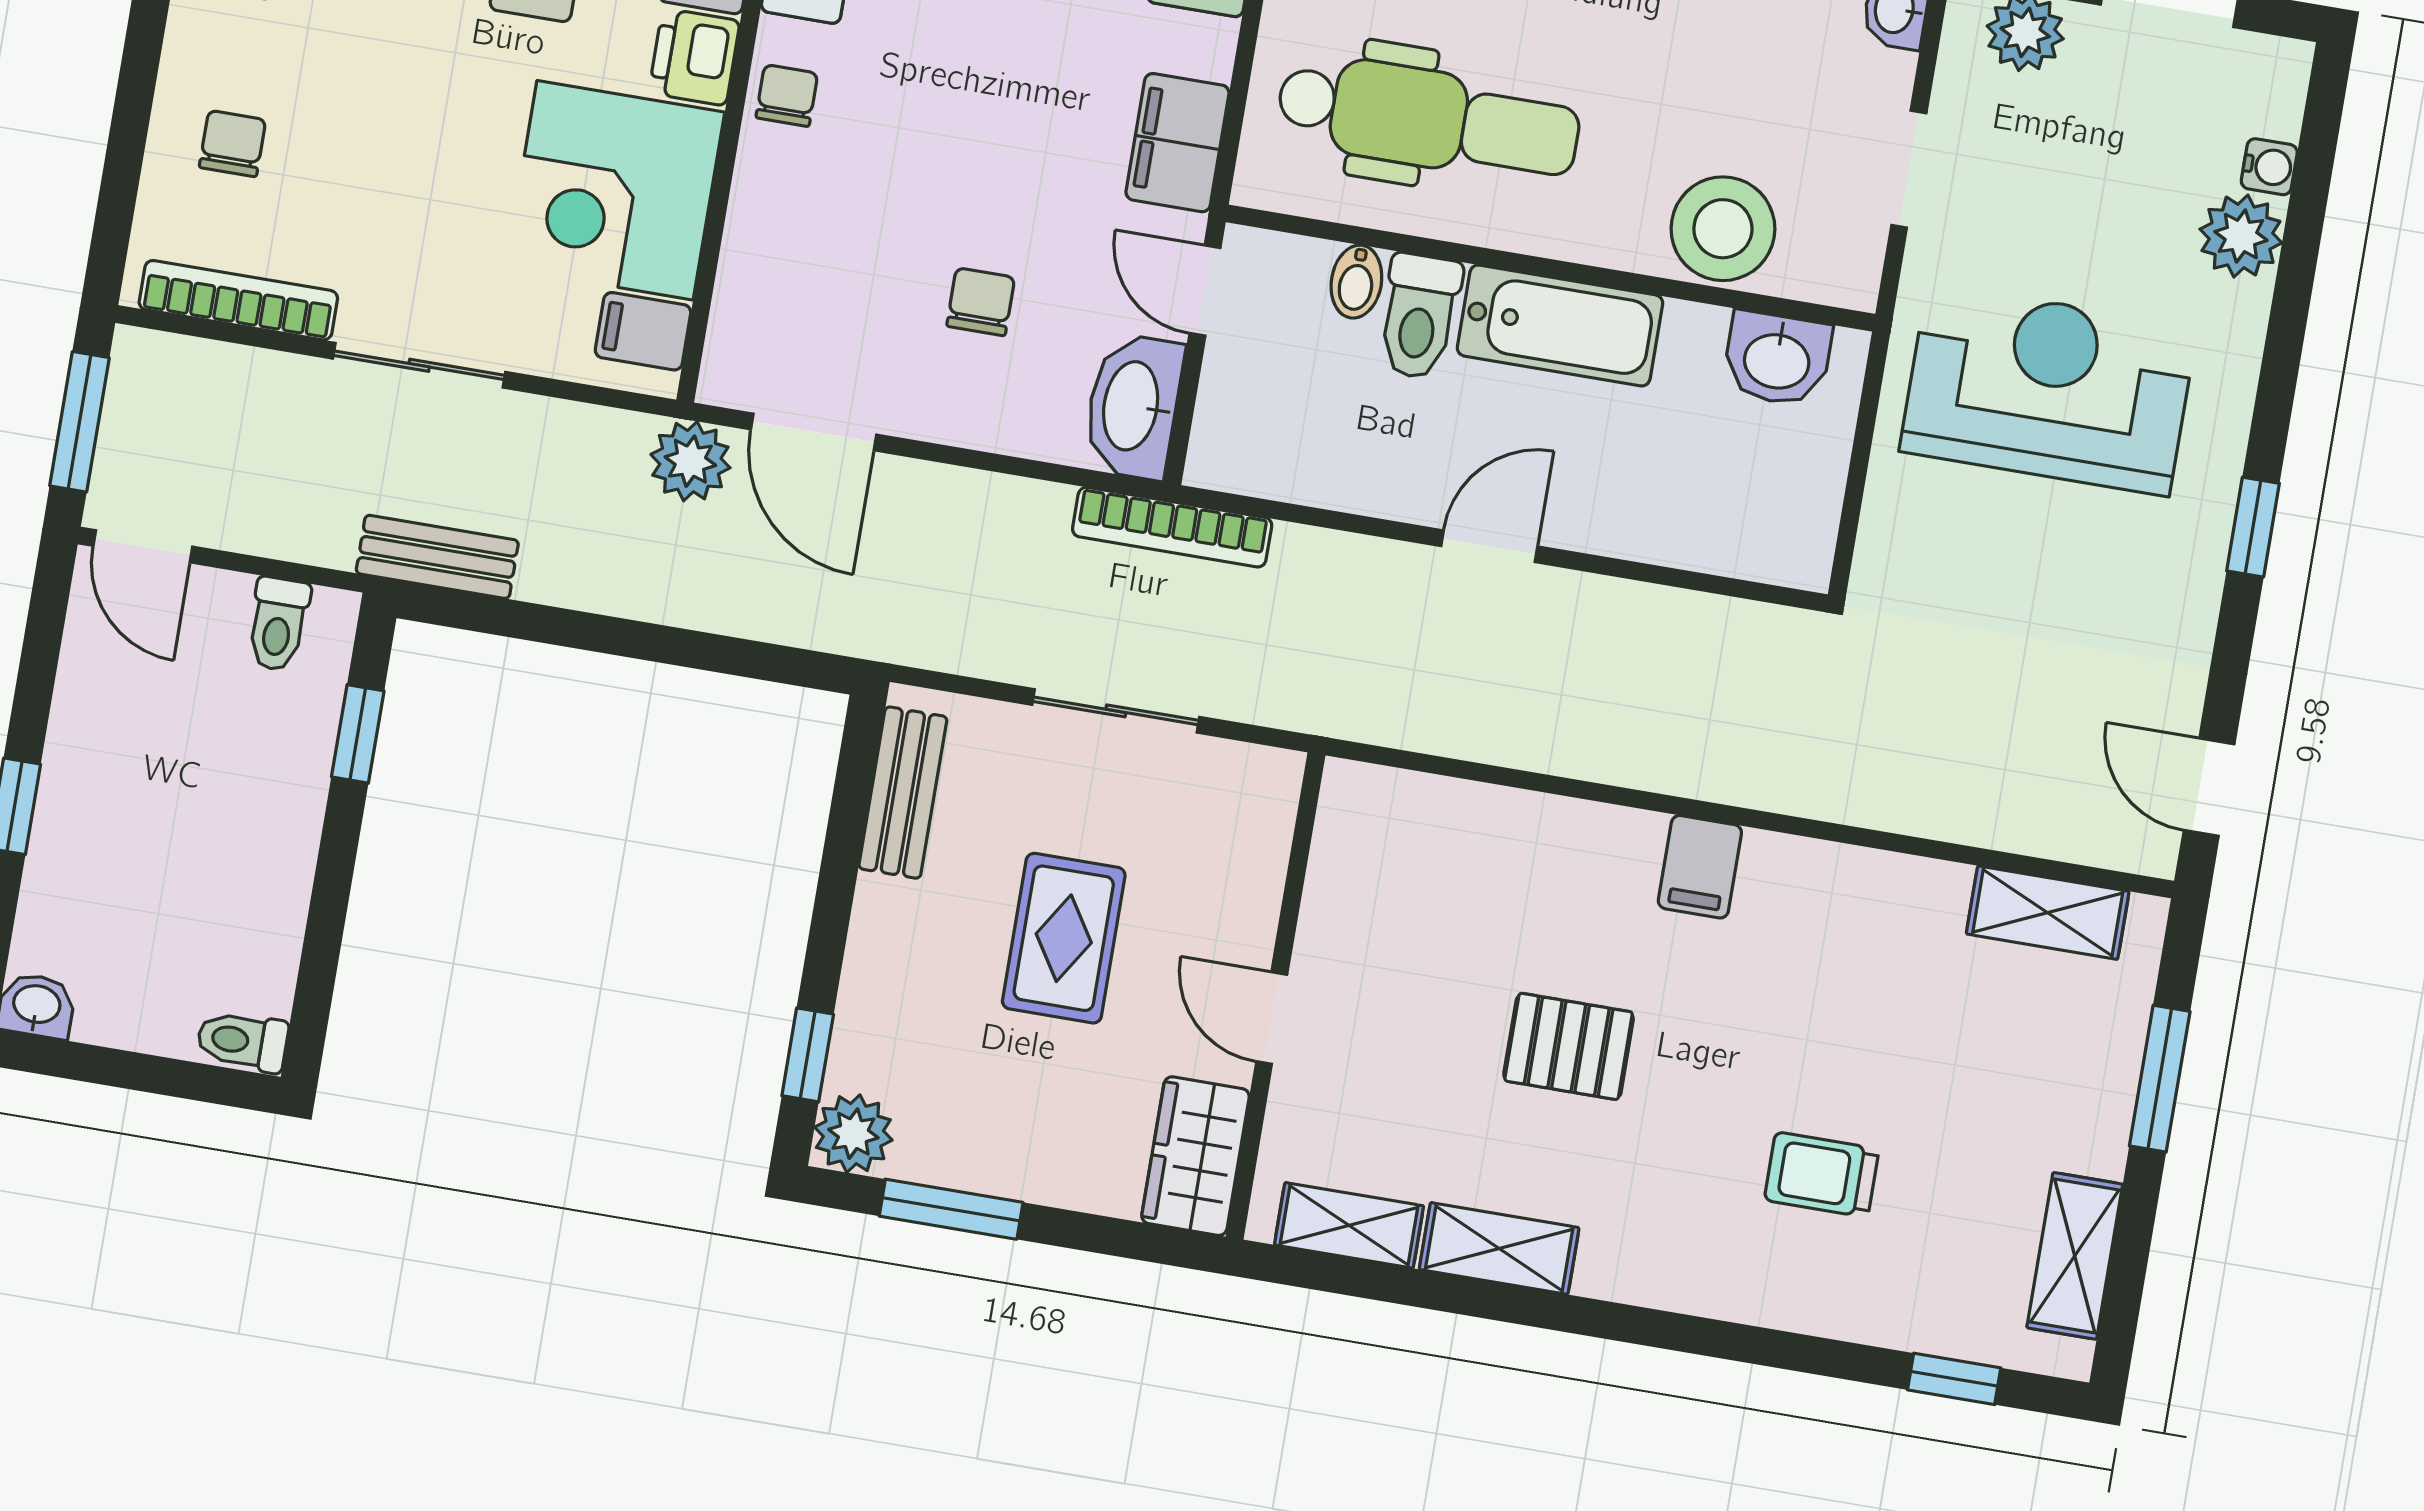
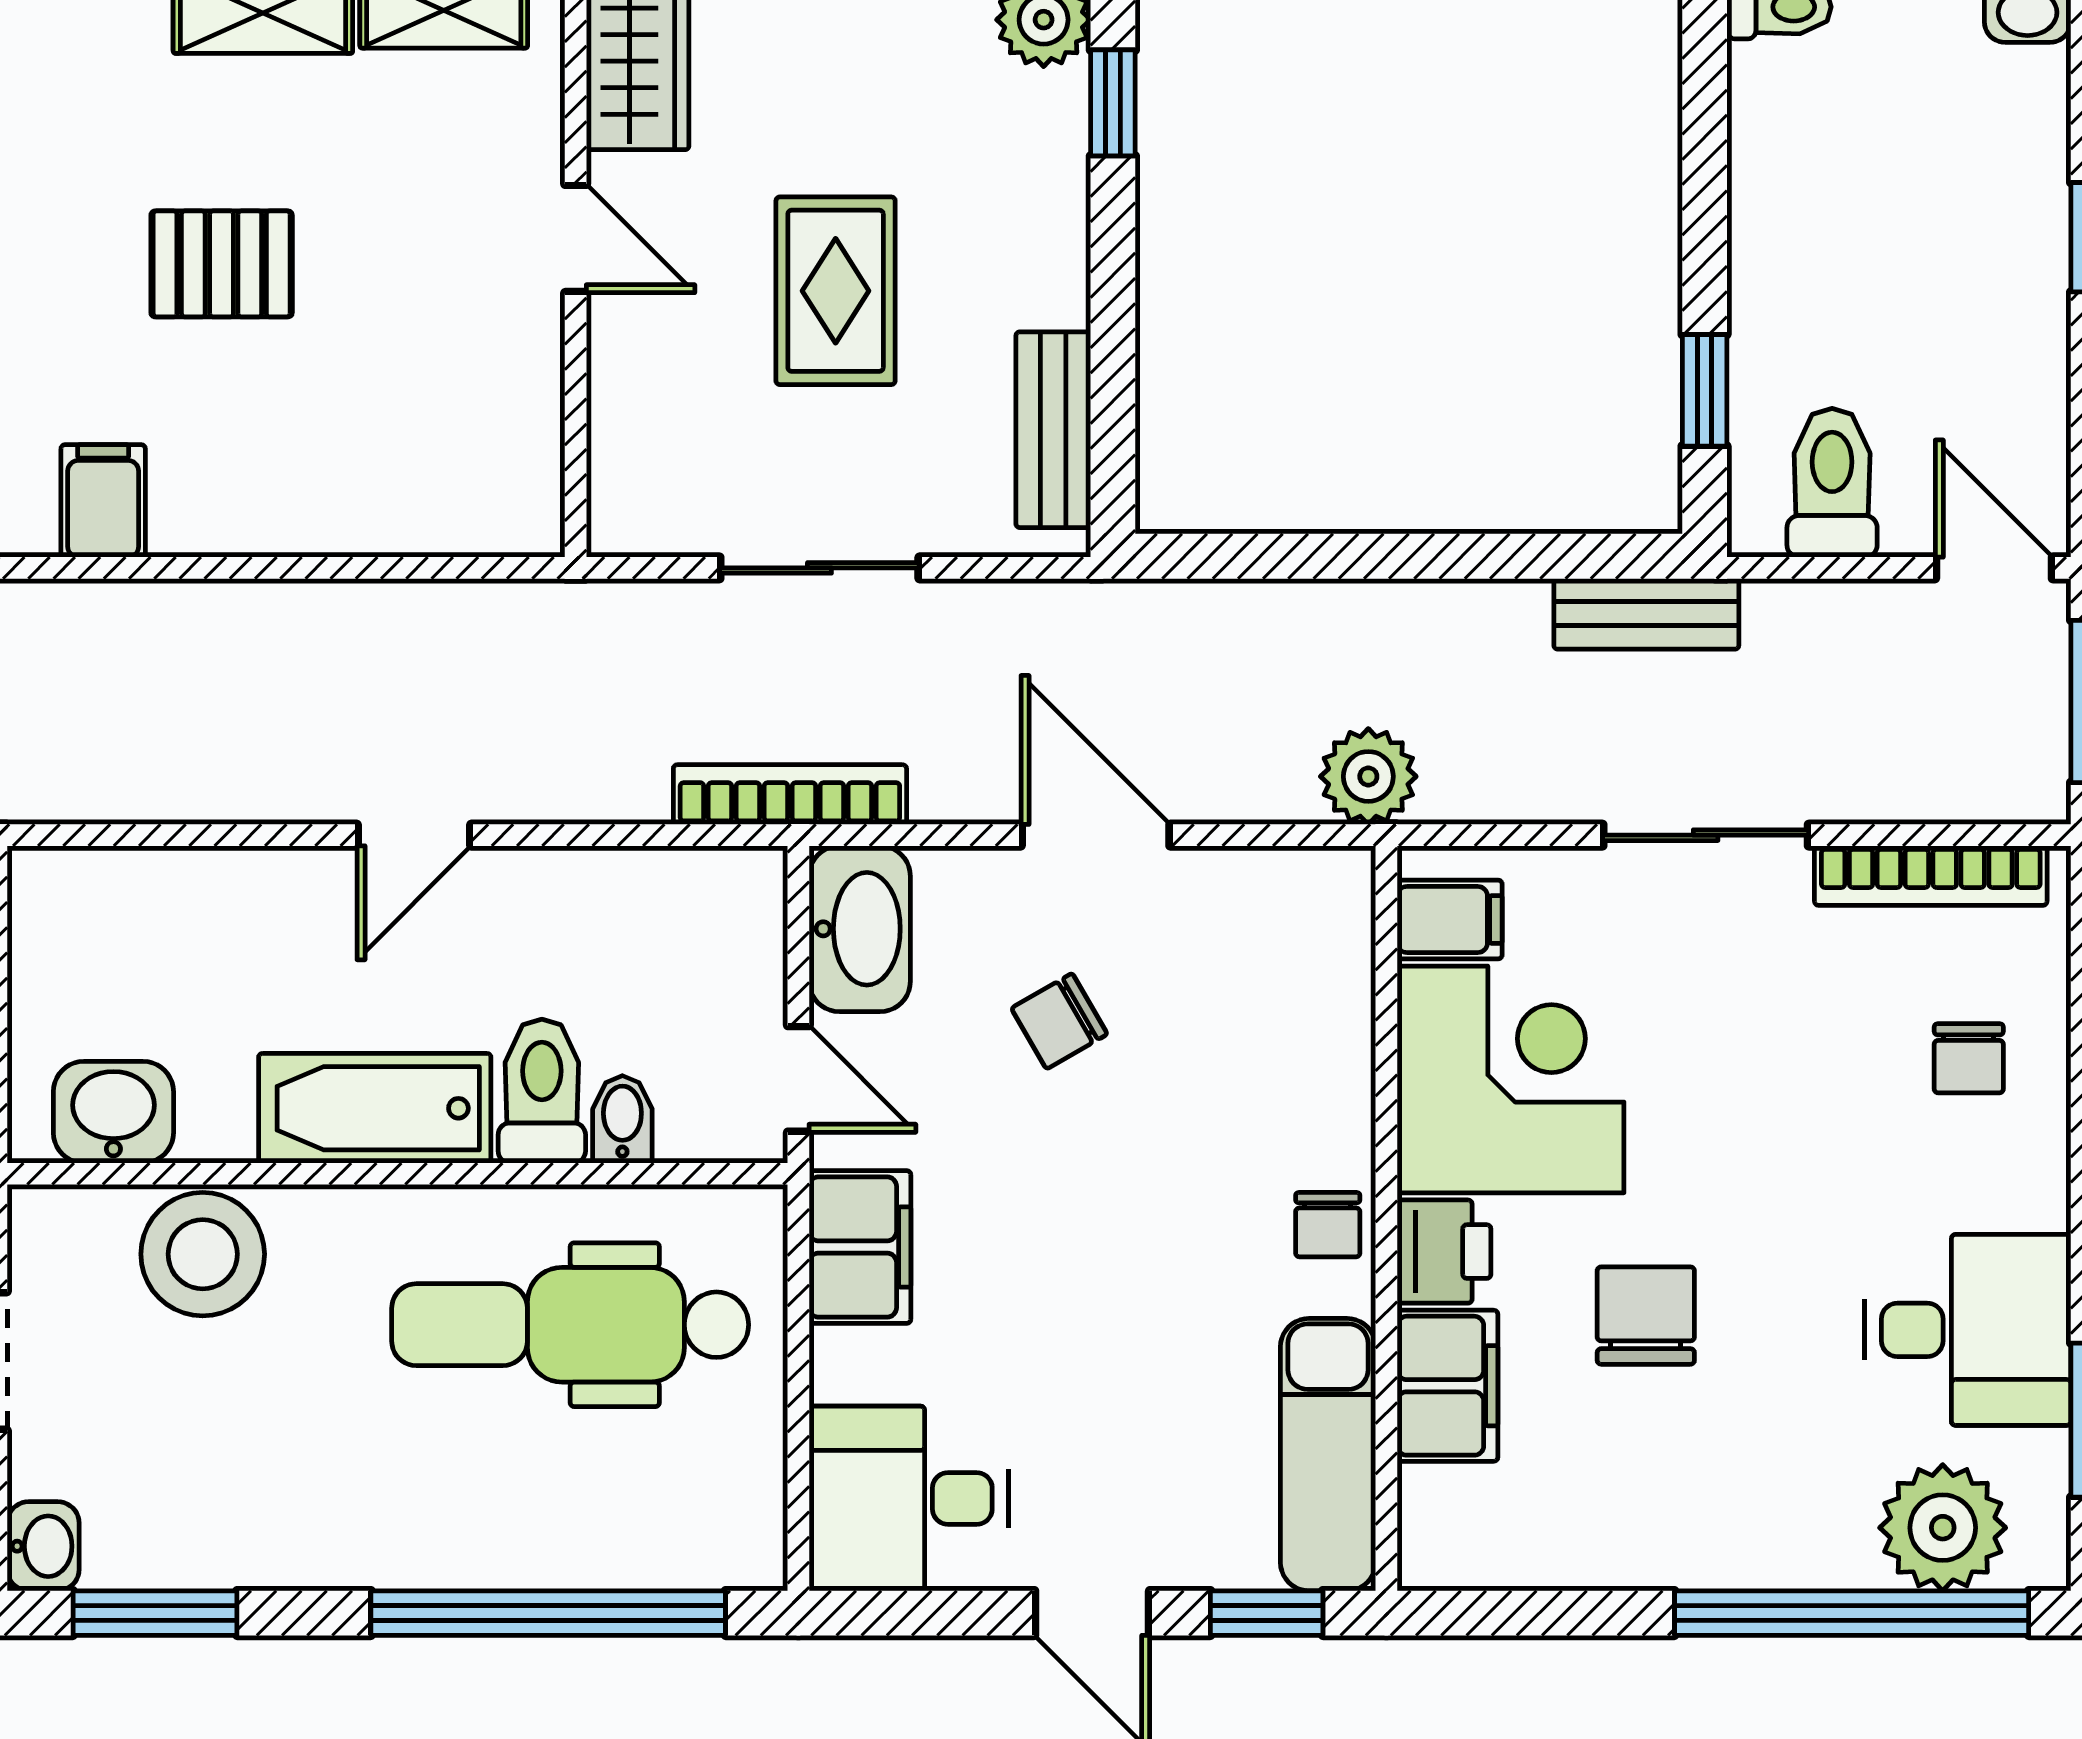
chair: (981, 302) -> (1059, 1021), turned 60
door: (814, 432) -> (1096, 835), moved
toilet: (278, 624) -> (1832, 483), width x1.37, depth x1.39

